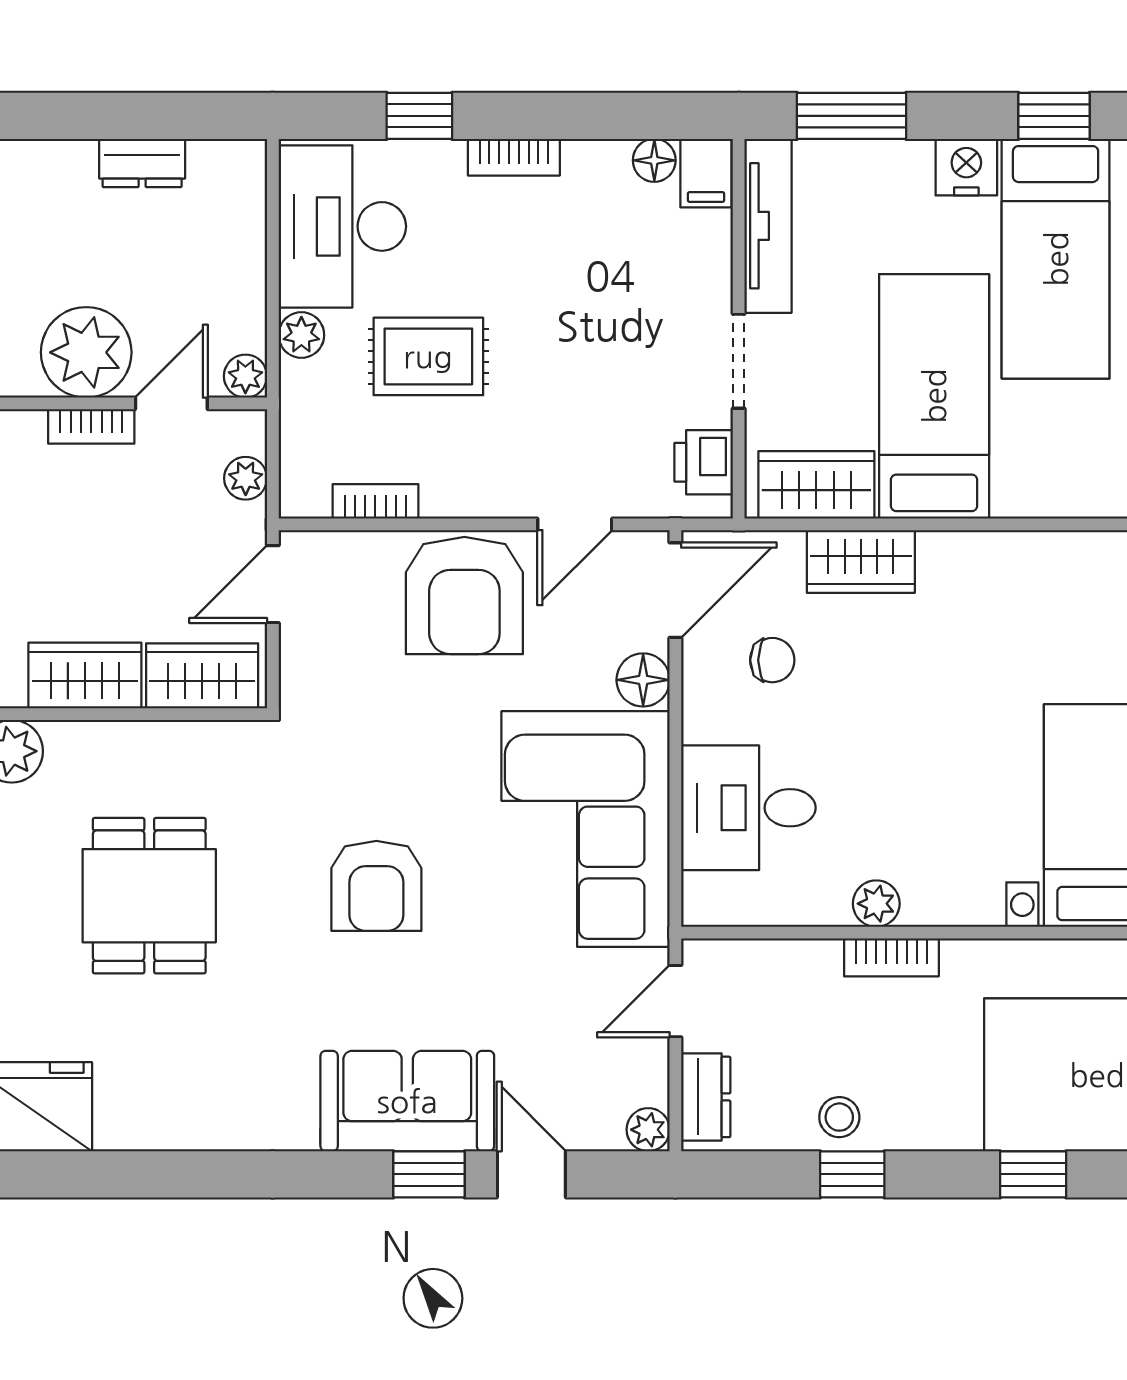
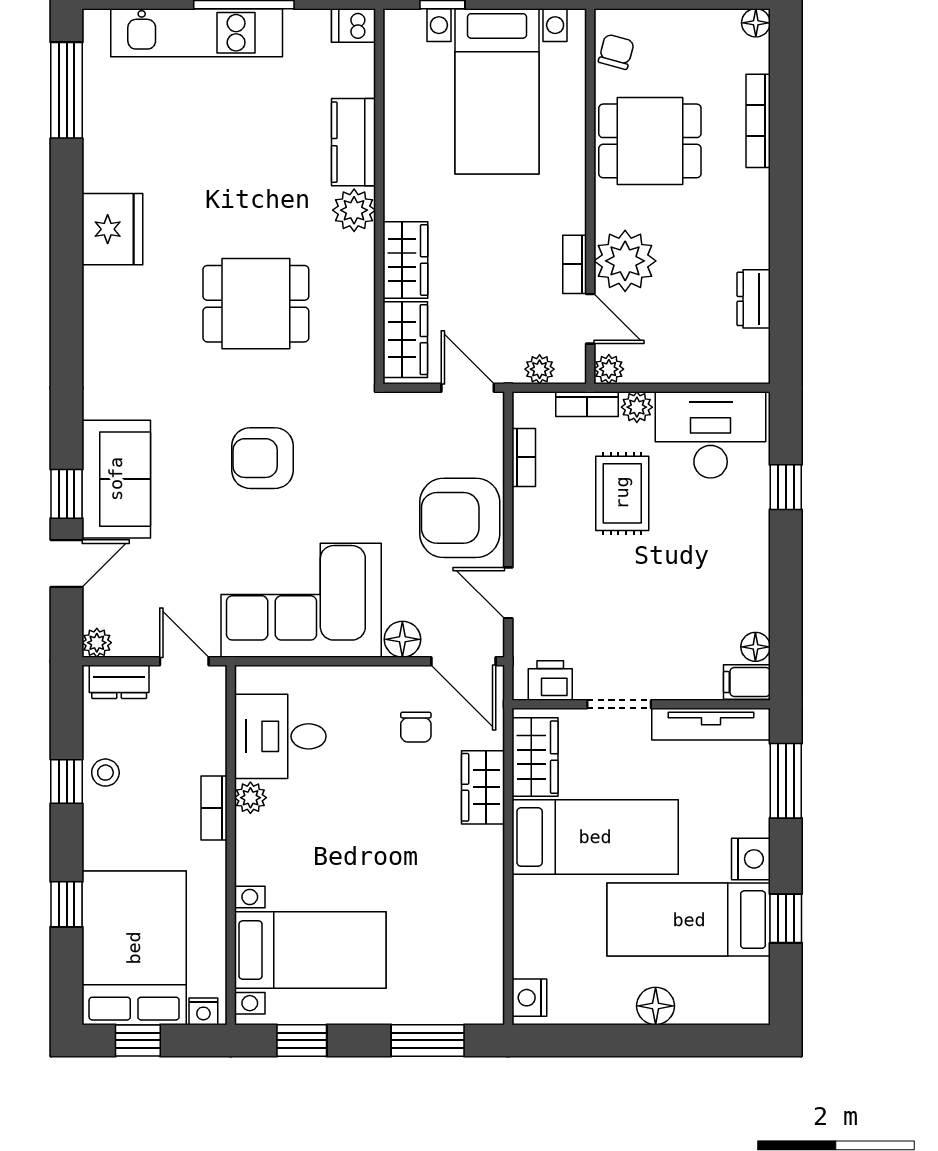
bookcase: (514, 157) -> (587, 404), moved, turned -90
desk: (748, 808) -> (280, 736), moved, turned -90

